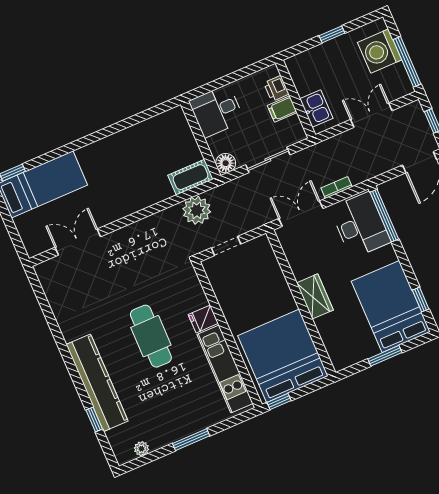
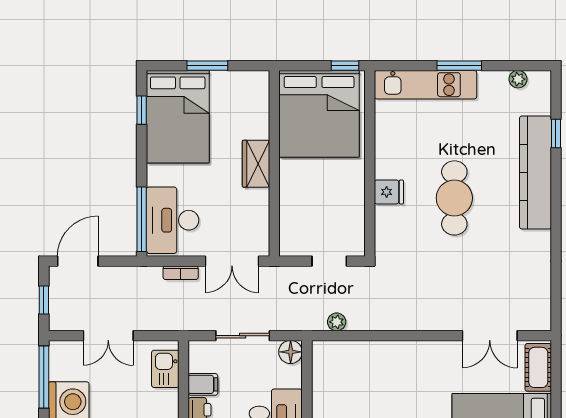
cot: (190, 177) -> (538, 367), moved, turned 90
plant: (197, 210) -> (337, 322), width x0.53, depth x0.53
kitchen unit: (225, 369) -> (425, 85), moved, turned 90

